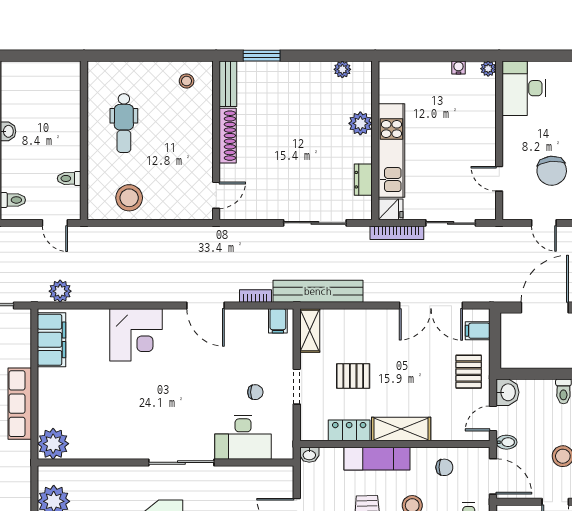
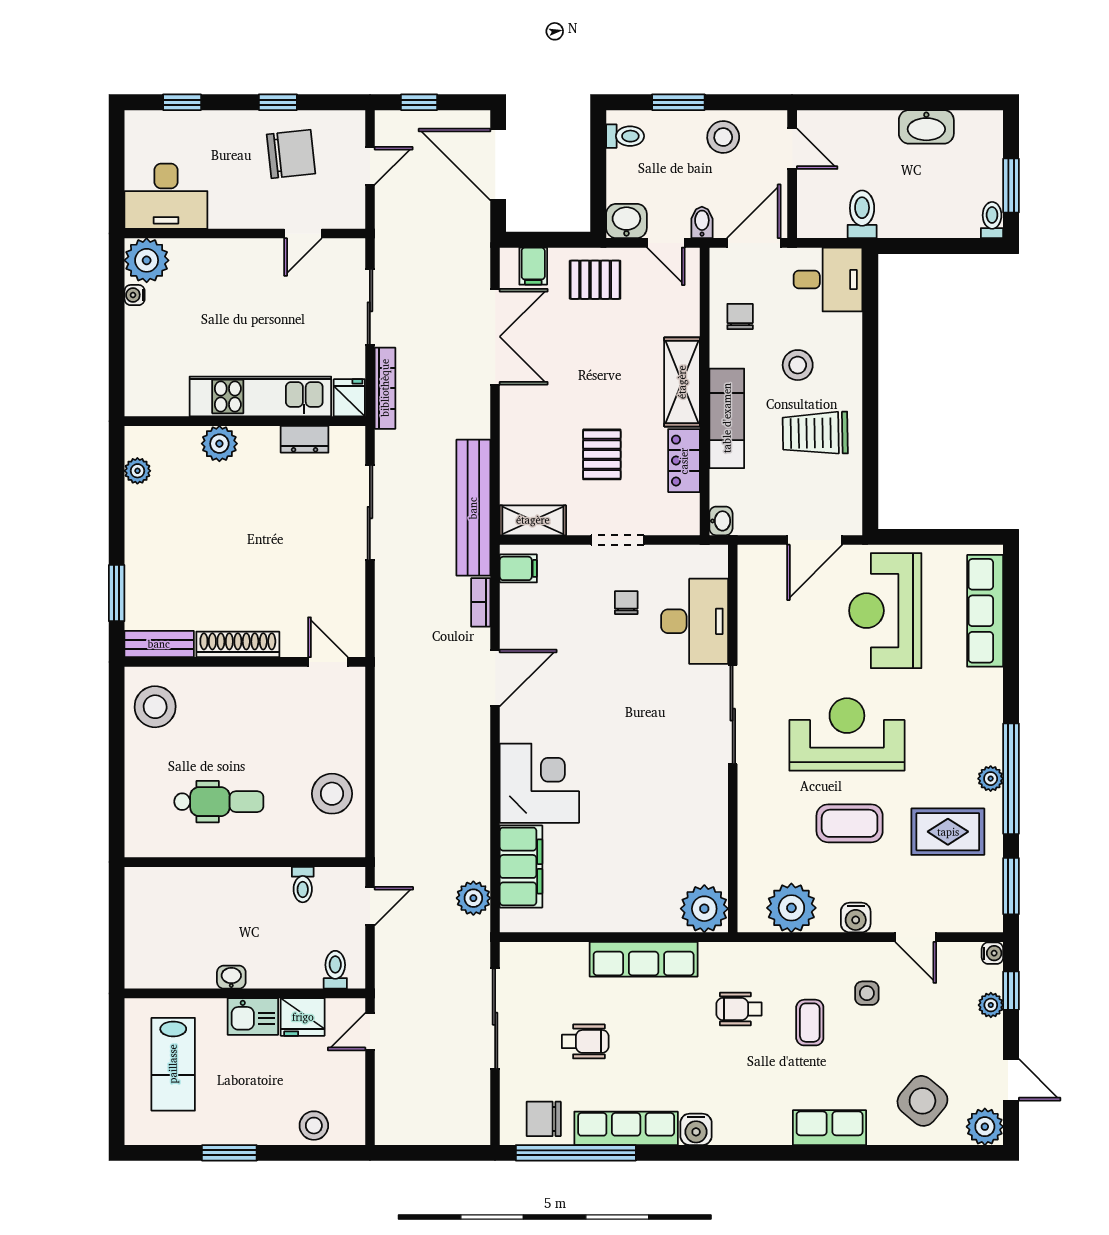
plant: (488, 69) -> (147, 260), width x1.88, depth x1.88
stool: (187, 81) -> (155, 707), width x1.89, depth x1.89
filing cabinet: (52, 340) -> (521, 866), moved, turned 90

